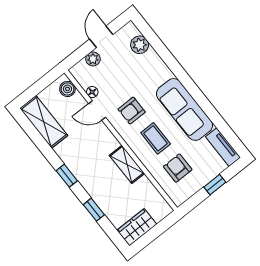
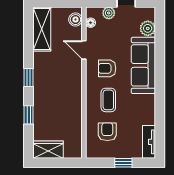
floor lamp: (92, 92) -> (91, 23), moved
sofa: (185, 109) -> (143, 65), moved
shelving: (127, 164) -> (75, 102), removed

